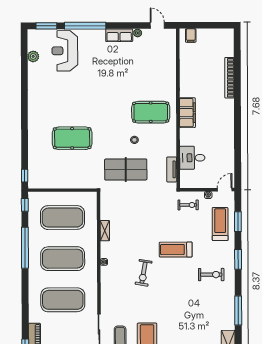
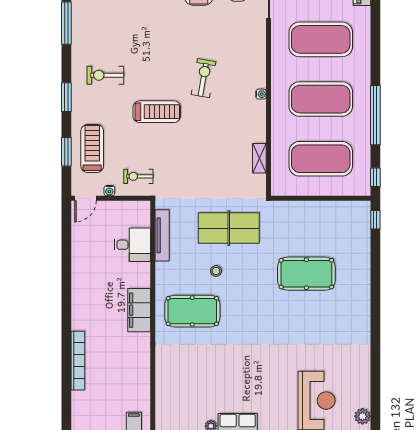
plant: (33, 56) -> (362, 416), moved
tv unit: (172, 169) -> (162, 235), width x1.41
treadmill: (220, 224) -> (92, 149), turned 180
shelving: (105, 231) -> (259, 158), moved

